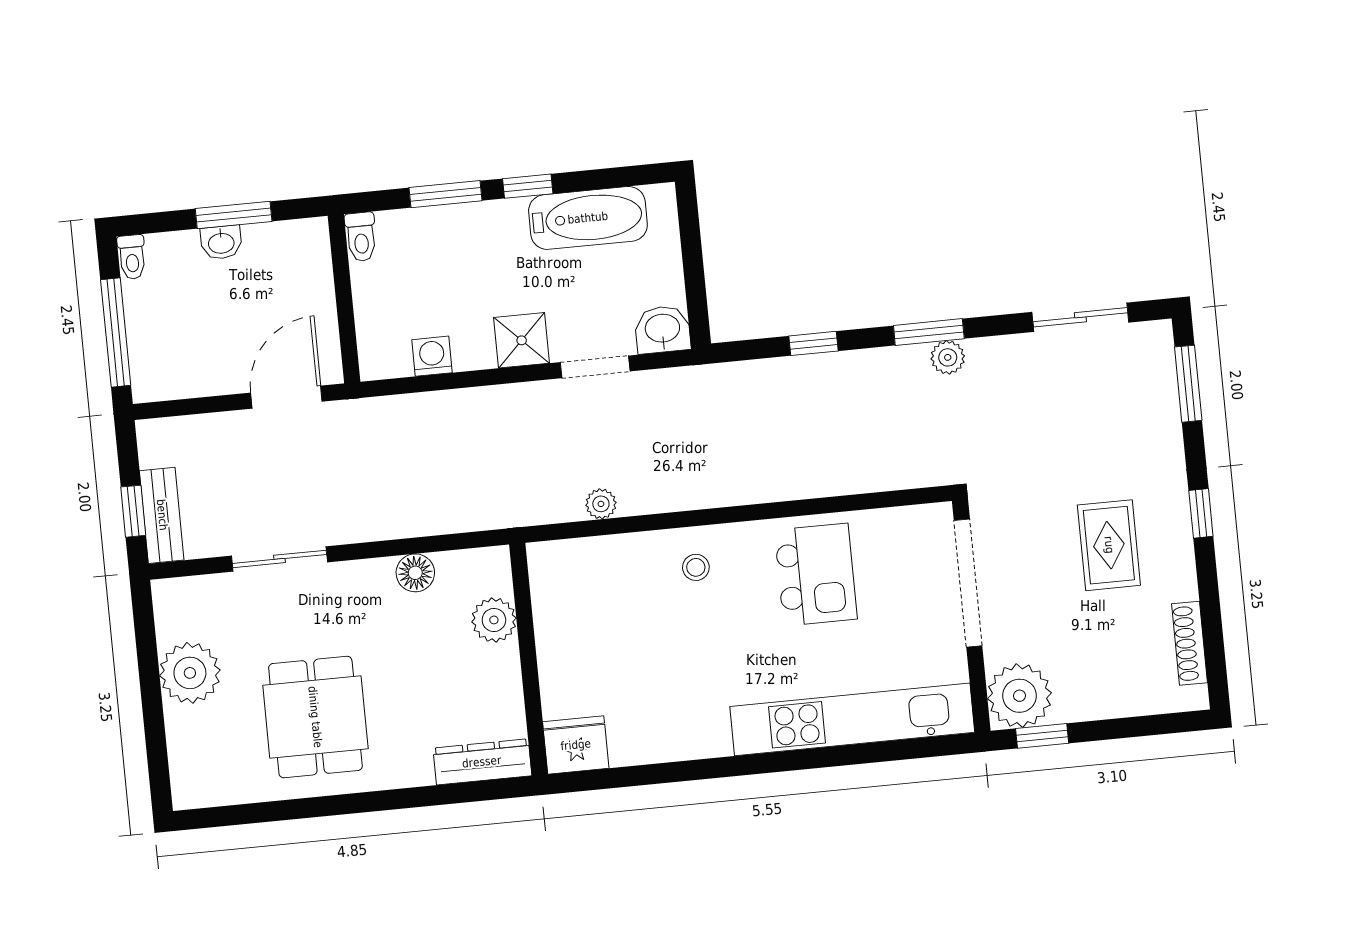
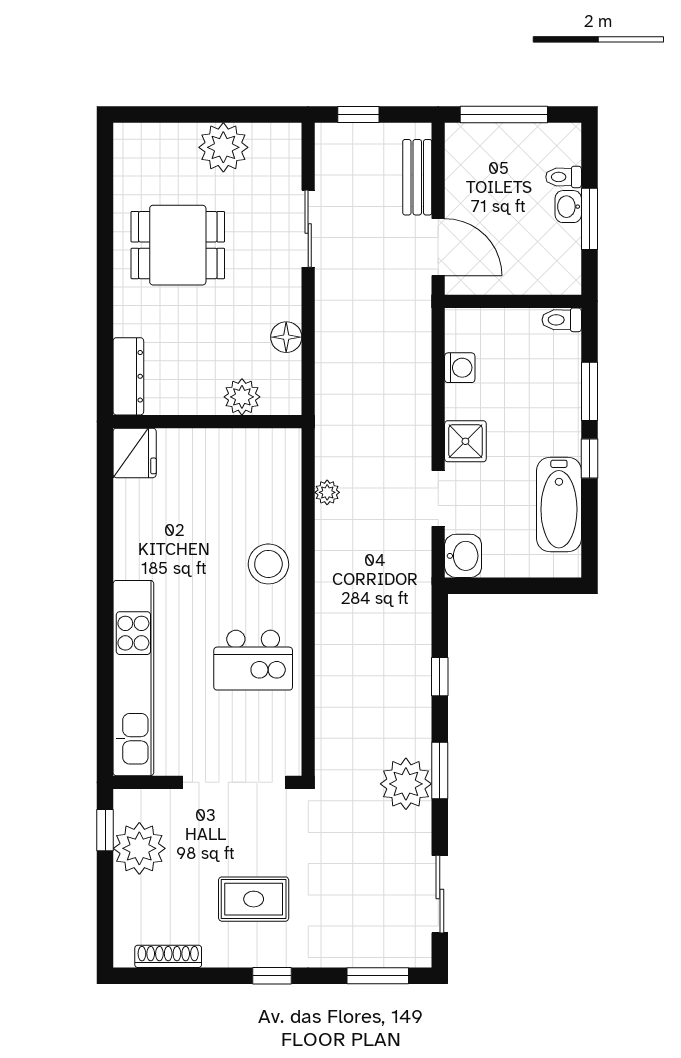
toilet: (132, 257) -> (564, 177), moved
plant: (948, 357) -> (406, 784), width x1.87, depth x1.87
bench: (162, 515) -> (417, 177), moved, turned 90
stool: (696, 567) -> (268, 564), width x1.89, depth x1.89
plant: (1019, 696) -> (139, 848), moved

